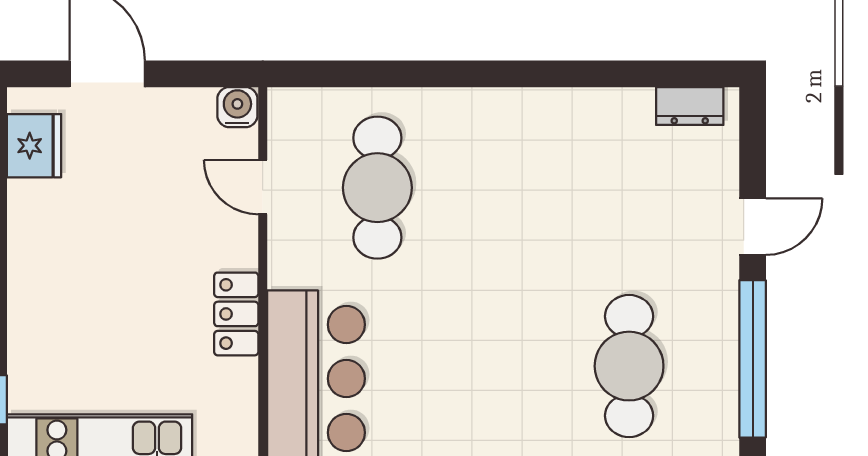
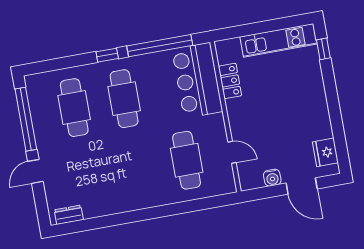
water cooler: (237, 107) -> (272, 178), moved
locker: (236, 314) -> (230, 81), moved
cafe table: (503, 366) -> (124, 99), added

